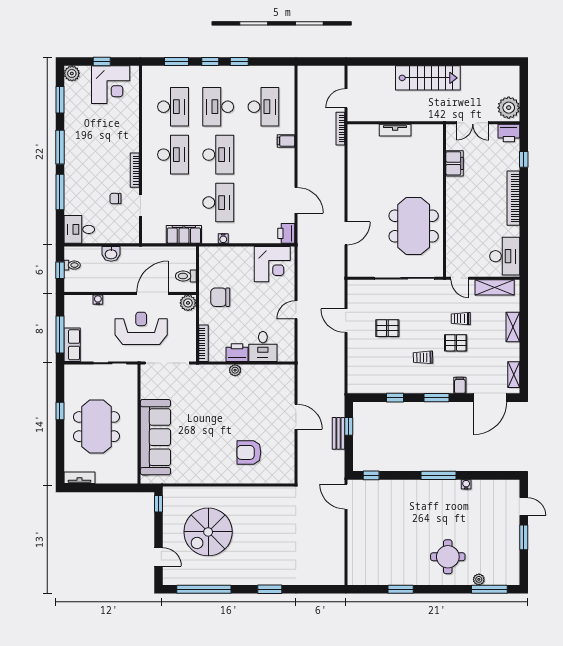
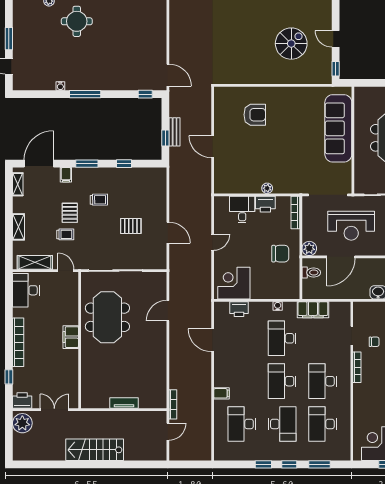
filing cabinet: (454, 163) -> (71, 337), moved
printer: (286, 233) -> (239, 309), moved, turned 90
pallet: (456, 343) -> (70, 213), turned 90
spiral stairs: (208, 532) -> (291, 44), width x0.73, depth x0.73
door: (159, 557) -> (336, 39), moved

